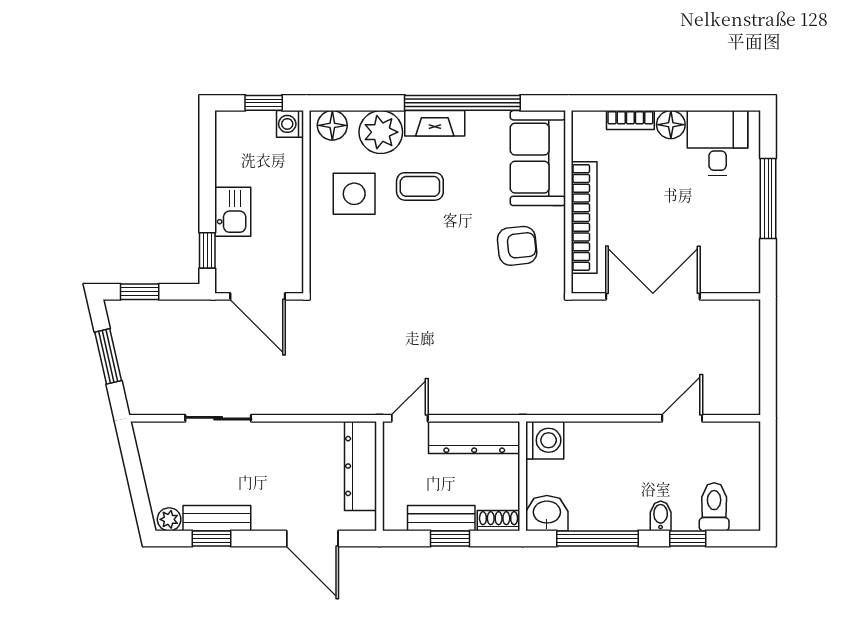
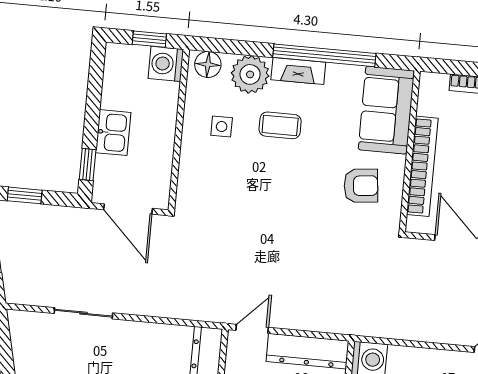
washing machine: (290, 124) -> (166, 64), width x1.38, depth x1.38
side table: (354, 194) -> (222, 127), width x0.54, depth x0.54

